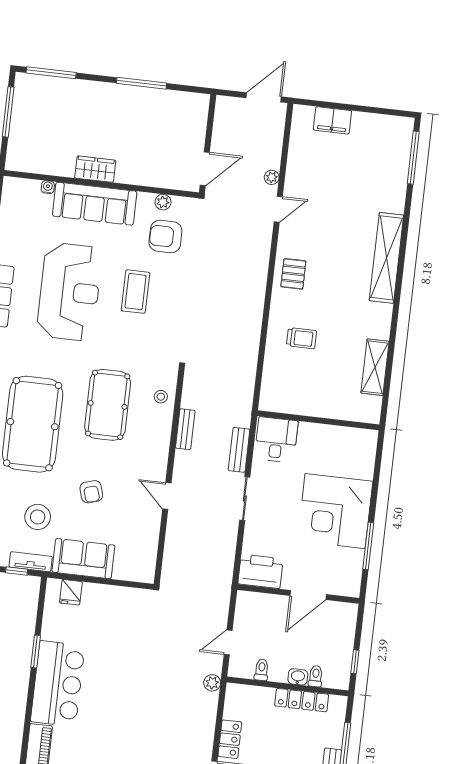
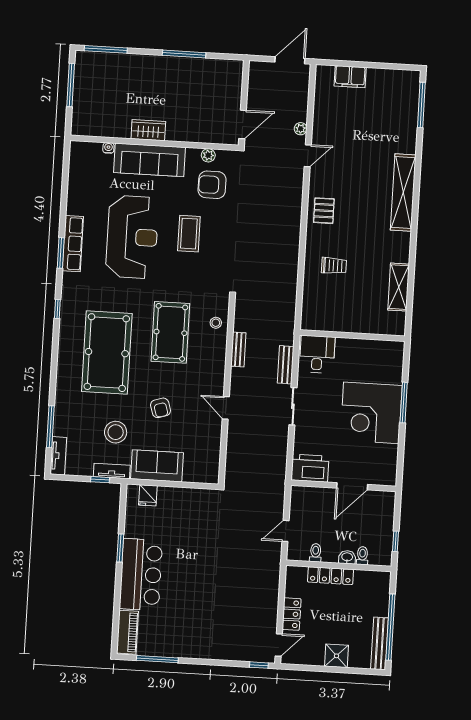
window: (368, 546) -> (404, 403), moved
plant: (212, 683) -> (274, 566), removed
locker: (302, 700) -> (330, 576), moved

